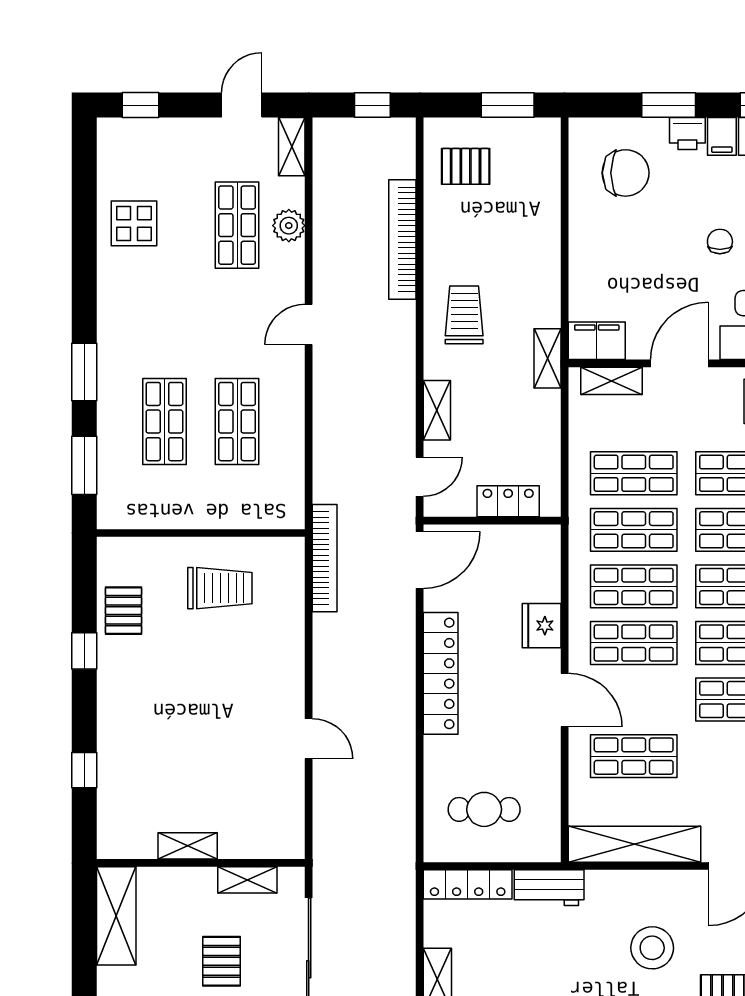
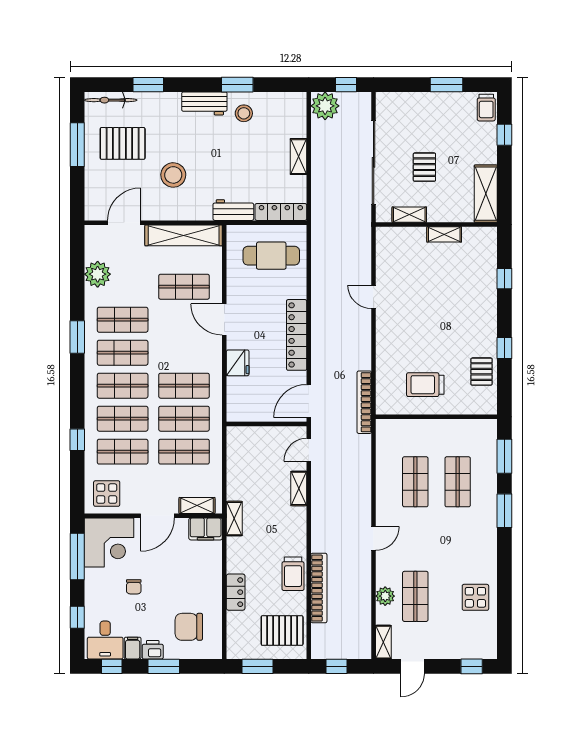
pallet: (466, 166) -> (282, 631), width x1.50, depth x1.42
trolley: (464, 315) -> (293, 574), moved
locker: (508, 501) -> (236, 592), moved, turned -90
shop shelf: (634, 643) -> (184, 353), removed
cafe table: (484, 809) -> (271, 256), width x1.37, depth x1.35

